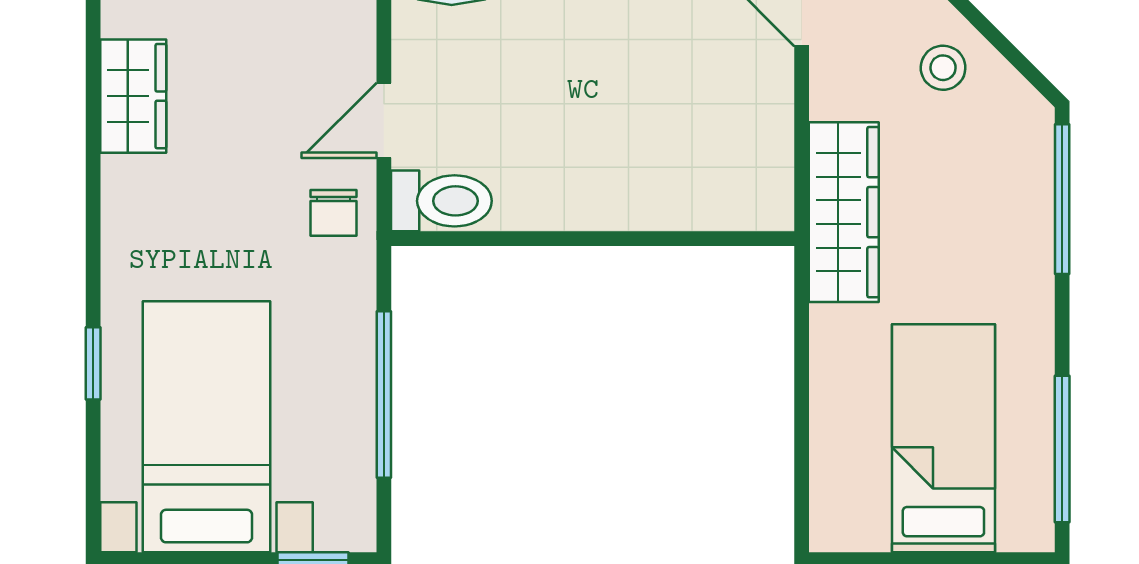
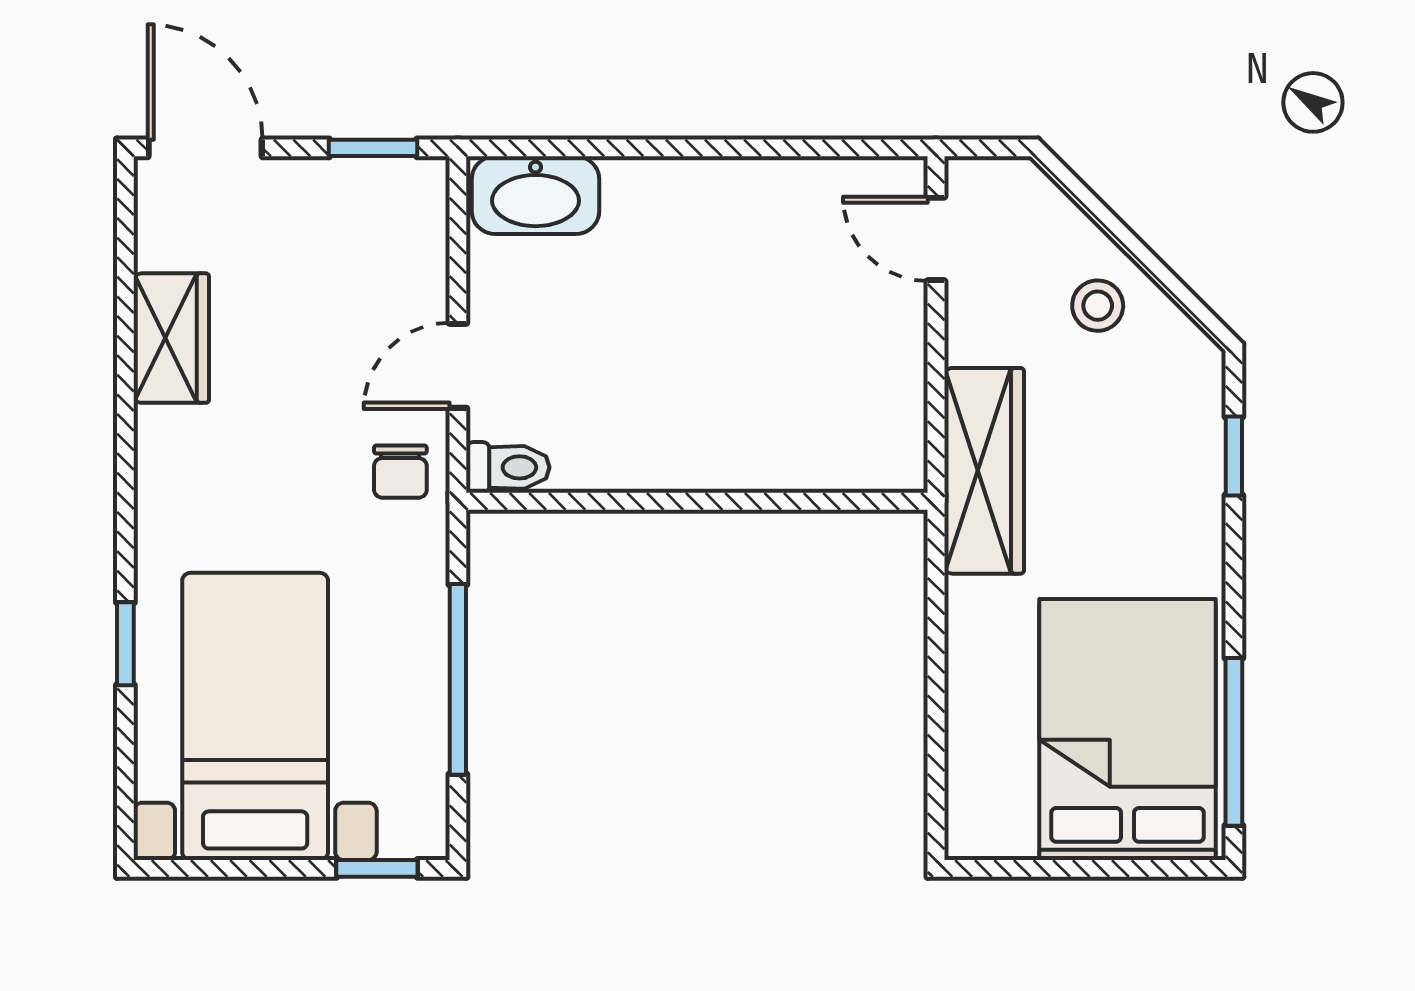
window: (1062, 199) -> (1234, 456), width x0.46
toilet: (441, 201) -> (508, 467), width x0.73, depth x0.72
bed: (943, 438) -> (1127, 730), width x1.50

